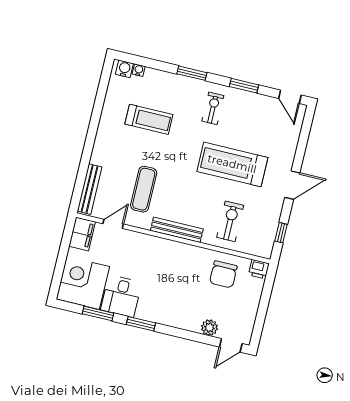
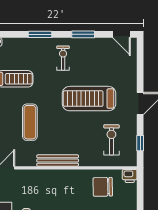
exercise mat: (144, 189) -> (30, 122), moved
exercise bike: (230, 221) -> (111, 140), moved
chair: (223, 274) -> (103, 187), turned 89

